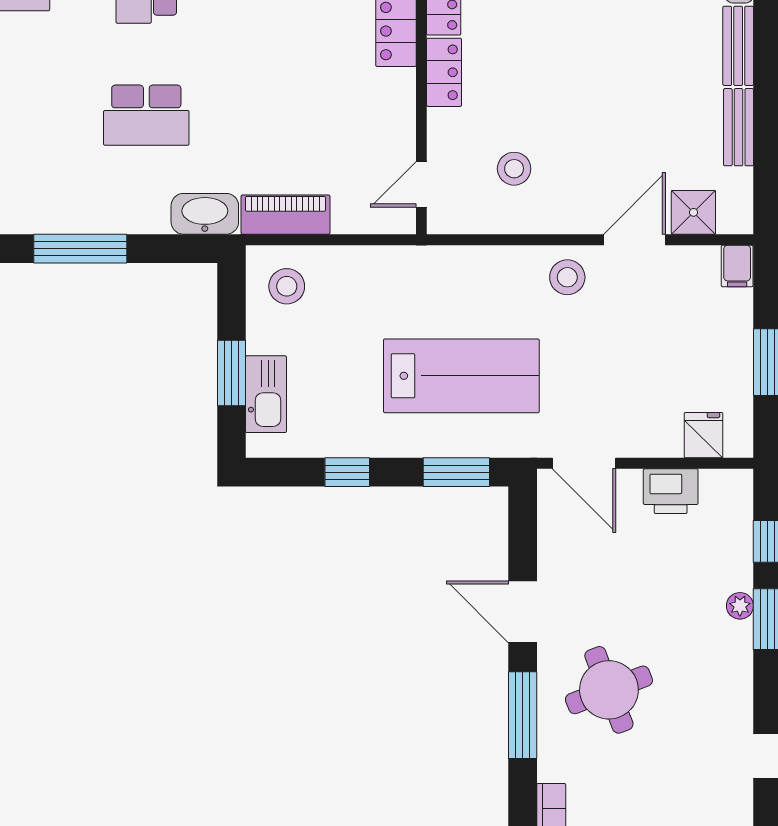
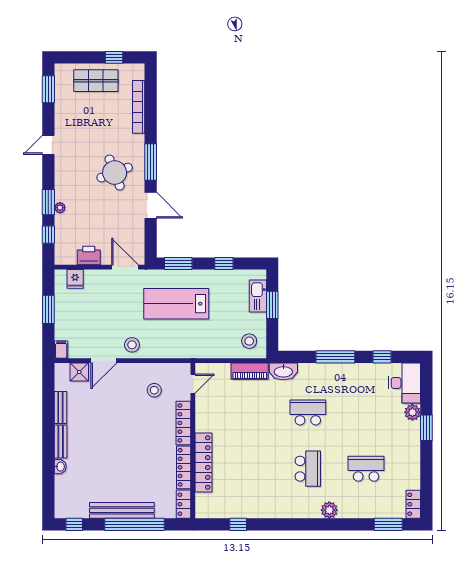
locker: (444, 72) -> (183, 423), width x1.53

